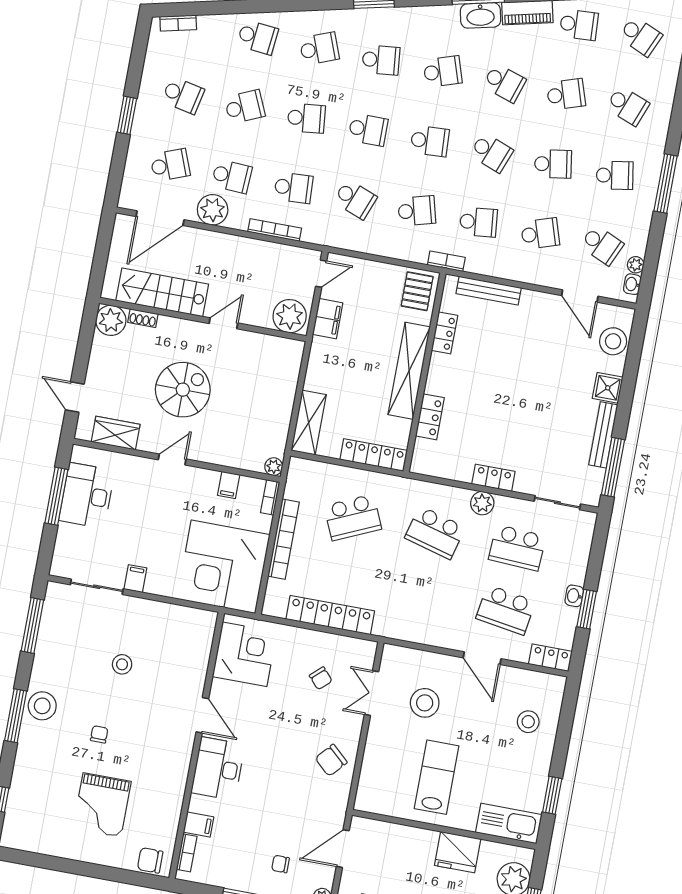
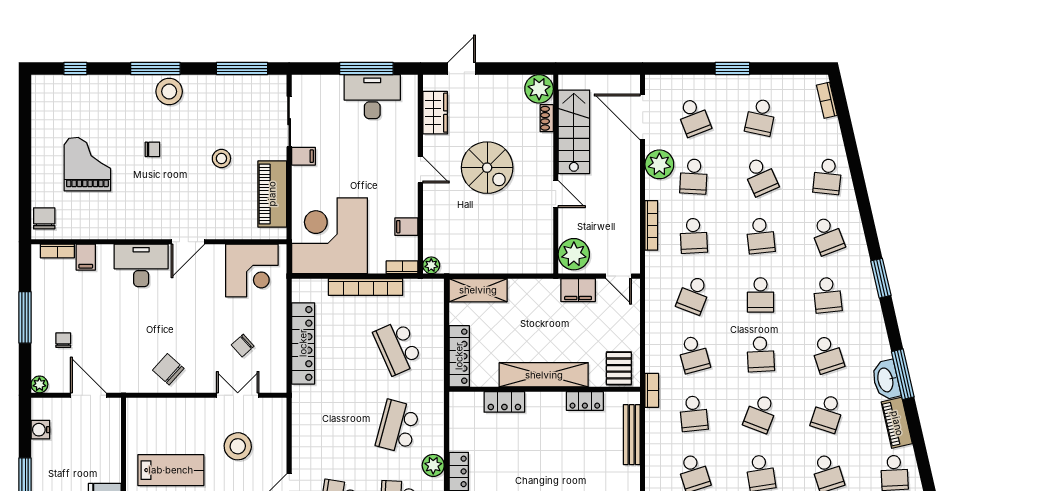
pallet: (417, 291) -> (619, 368), turned 90
piano: (169, 618) -> (272, 194), added
grand piano: (102, 805) -> (87, 164), turned 90

